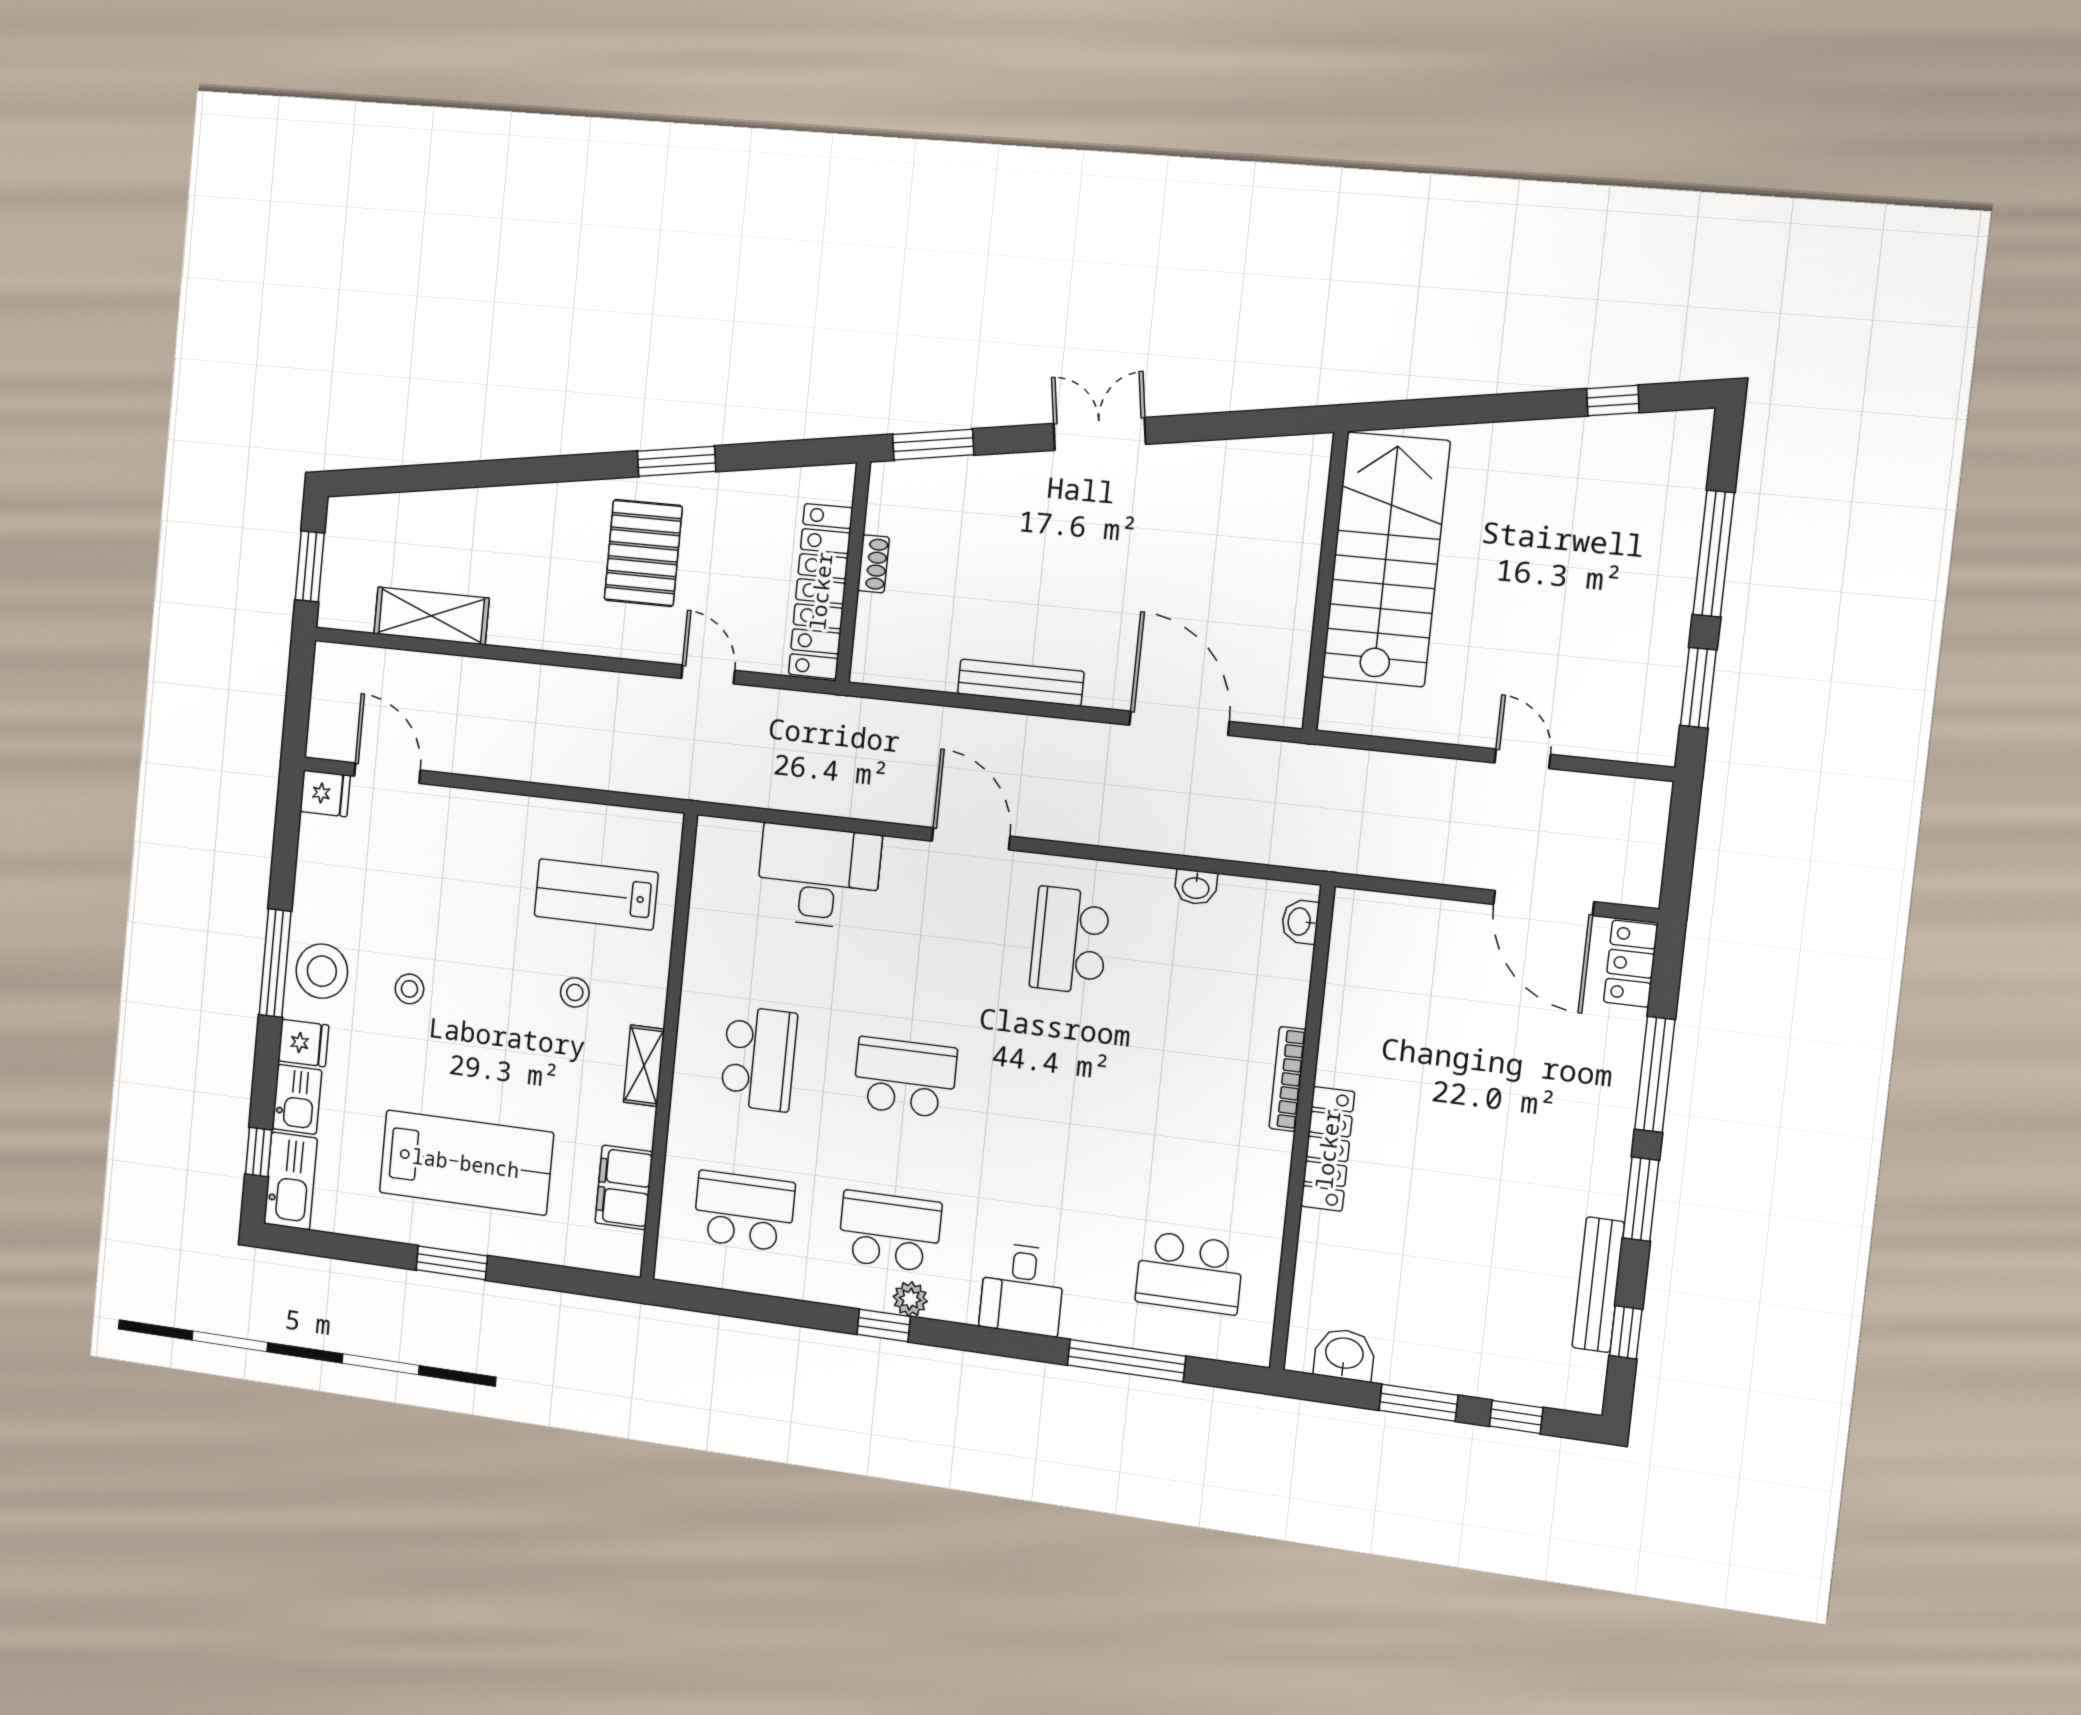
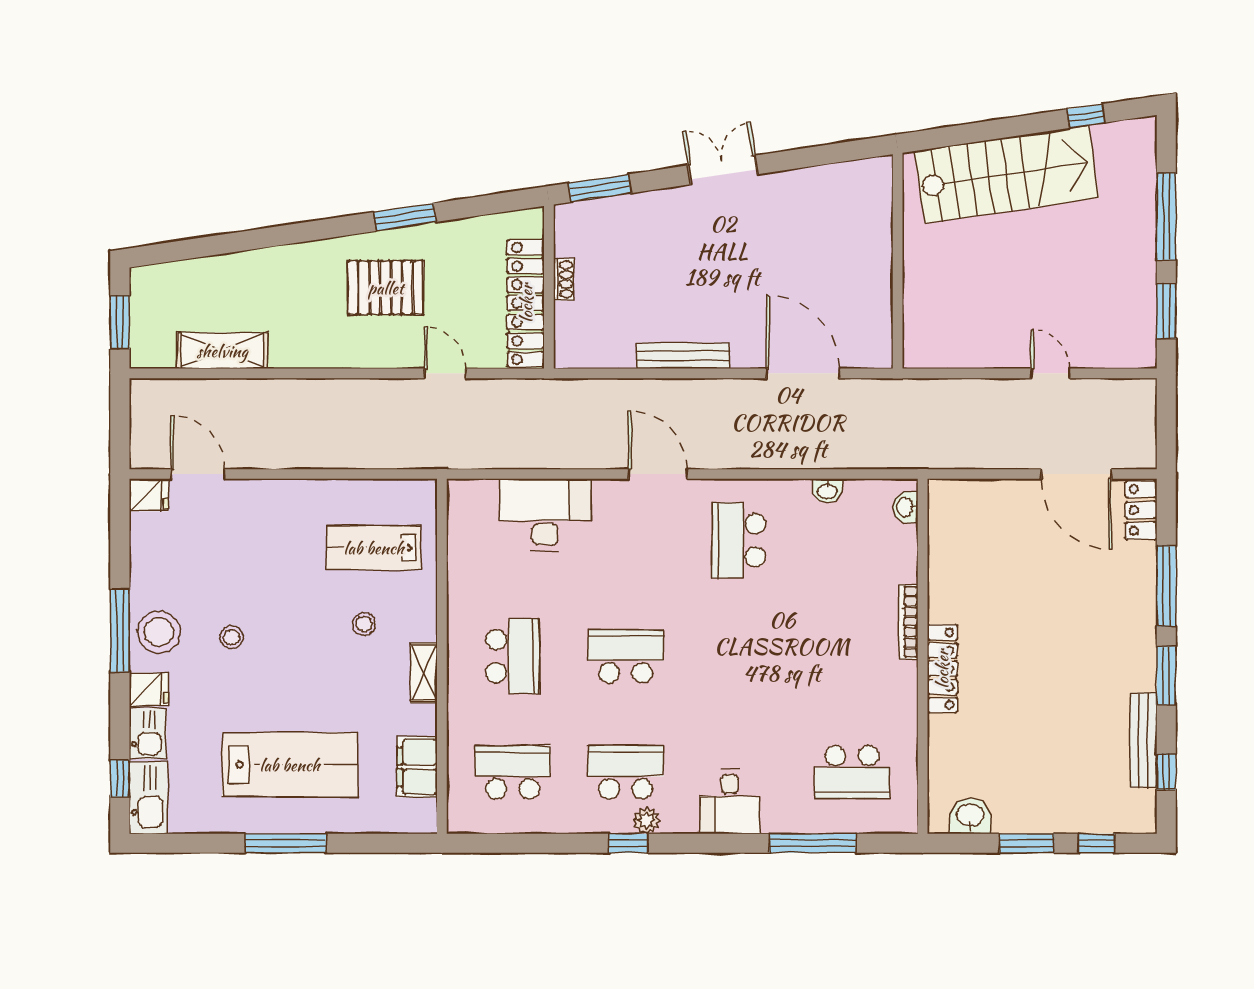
pallet: (643, 553) -> (386, 288), turned 90
stairs: (1386, 559) -> (1006, 174), moved, turned 82
window: (452, 1263) -> (286, 843), width x1.44

